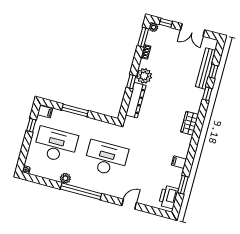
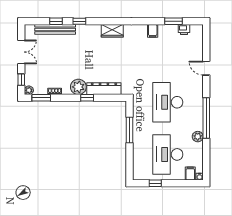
window: (75, 110) -> (130, 130), moved
filing cabinet: (45, 112) -> (190, 173), moved
printer: (168, 197) -> (184, 30), width x0.53, depth x0.68

